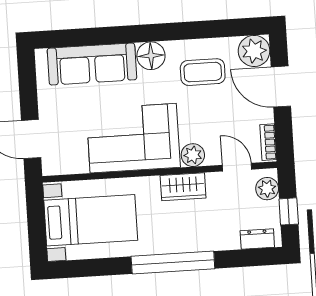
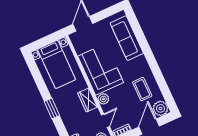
floor lamp: (151, 56) -> (141, 63), removed
window: (173, 262) -> (52, 108), width x0.47

